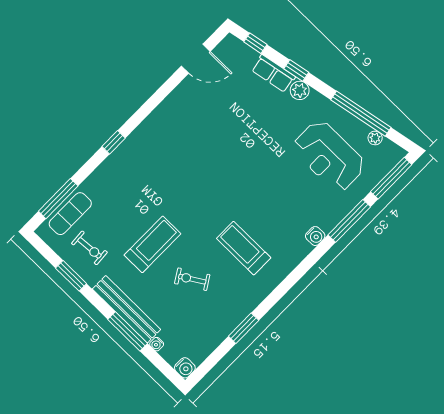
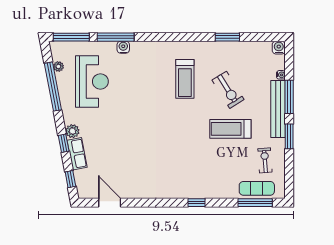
water cooler: (315, 236) -> (123, 47), moved
window: (71, 276) -> (289, 136), moved
exercise bike: (192, 279) -> (228, 90), width x1.38, depth x1.39

